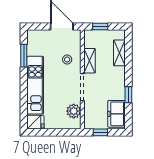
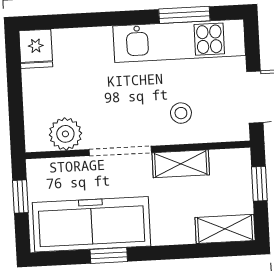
shelving: (119, 53) -> (225, 229), moved
kitchen unit: (35, 85) -> (179, 41), moved
freezer: (117, 114) -> (91, 224), width x1.91, depth x1.26

